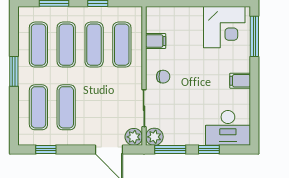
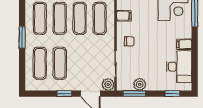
desk: (228, 128) -> (179, 67), moved, turned -90
plant: (154, 137) -> (140, 84), moved
window: (46, 150) -> (64, 94), moved
window: (209, 150) -> (172, 94), moved

